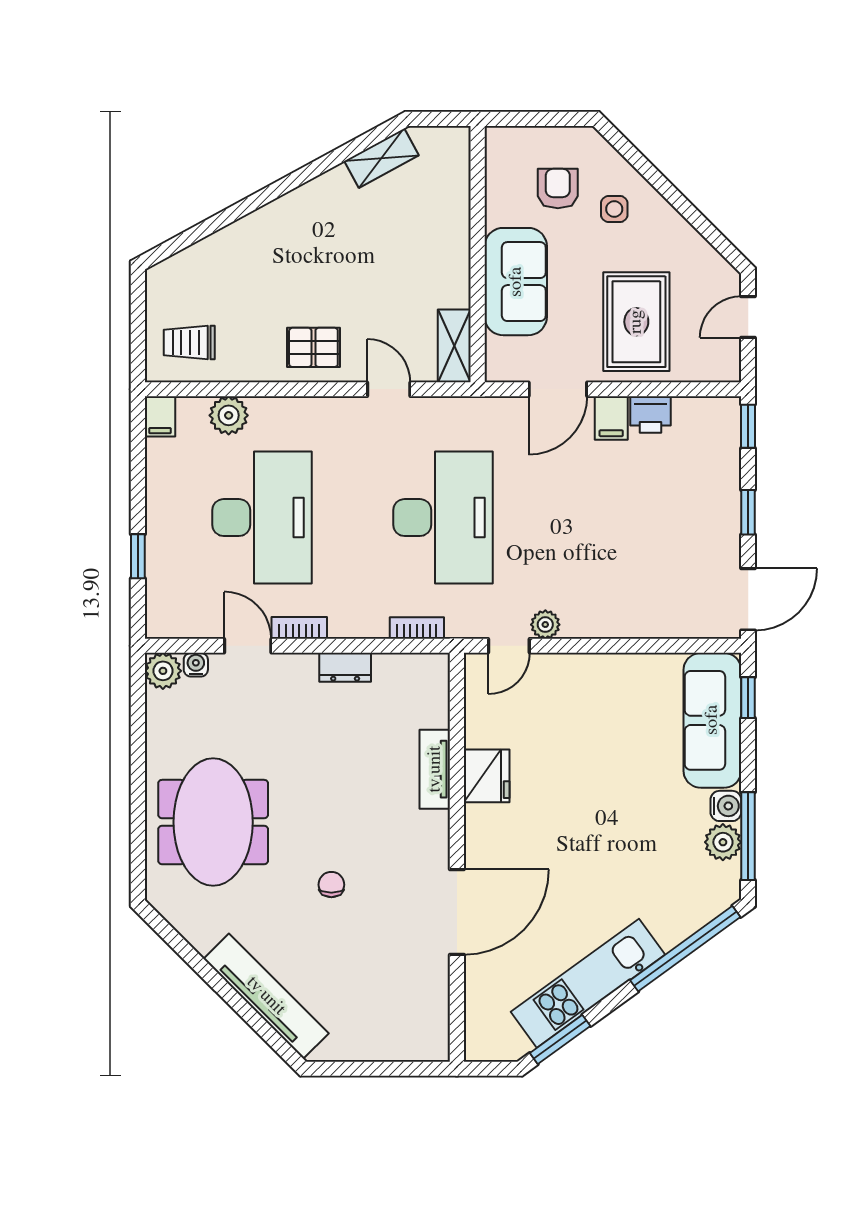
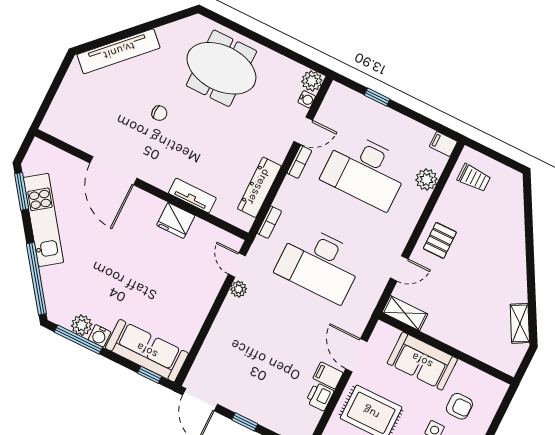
trolley: (189, 343) -> (474, 178), turned 90
dresser: (345, 667) -> (259, 187), width x1.96, depth x1.24

